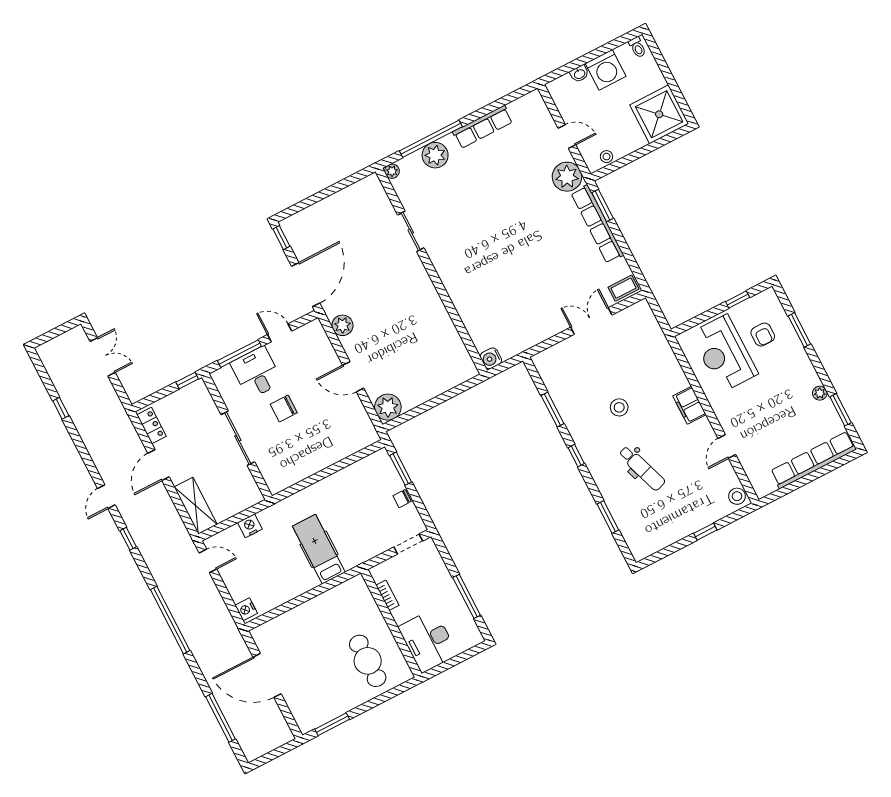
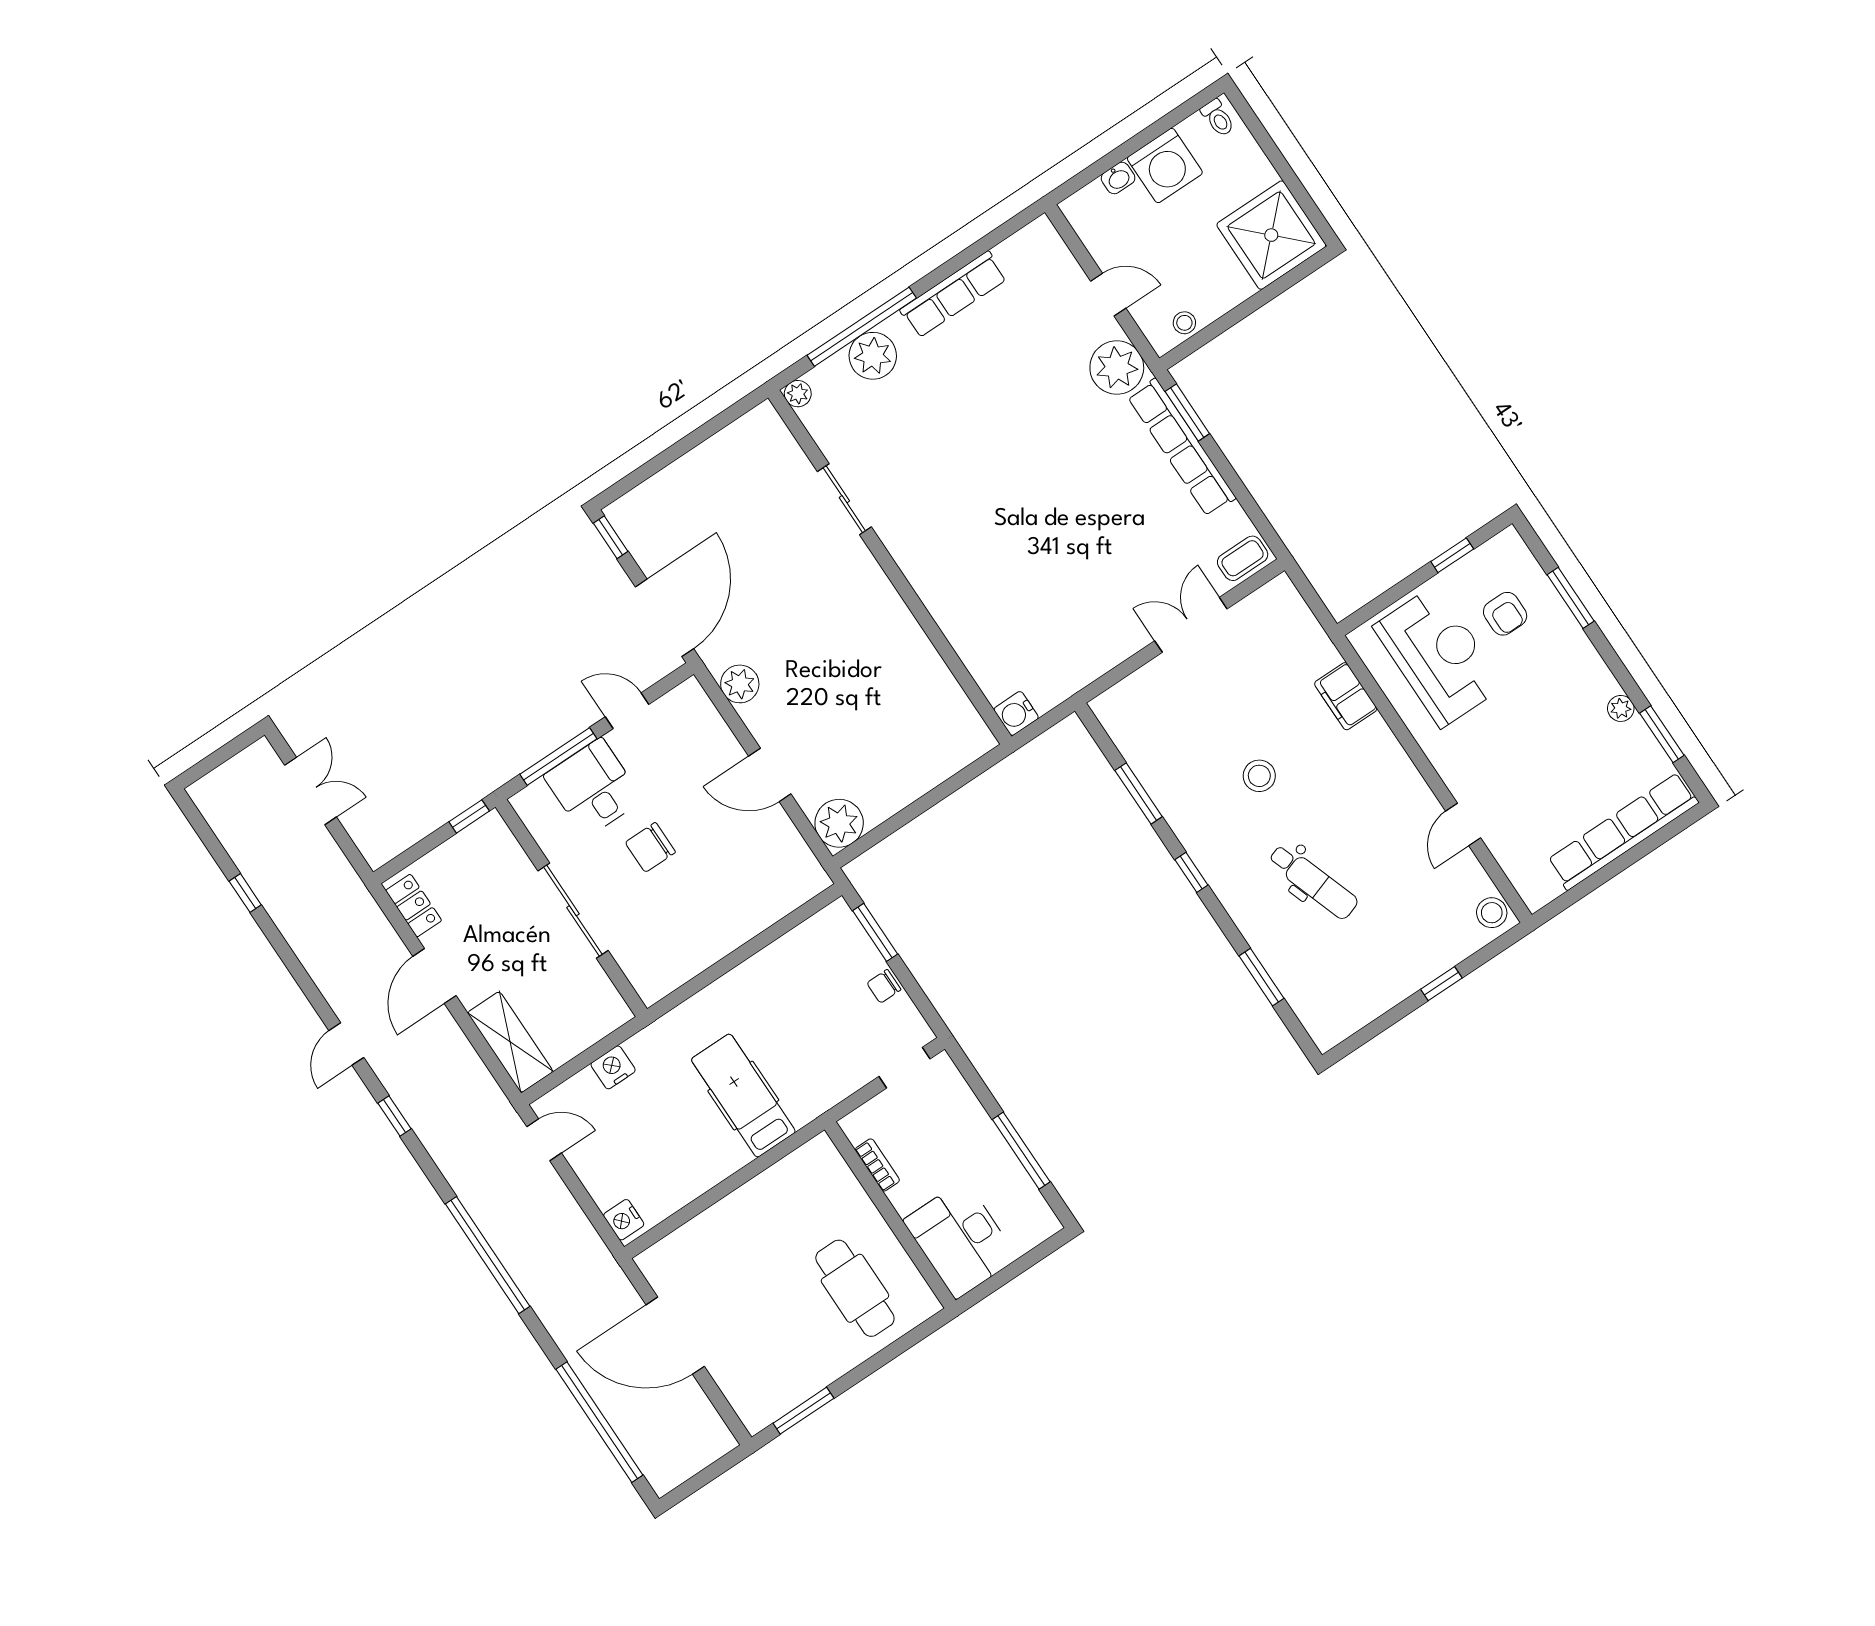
reception desk: (724, 353) -> (1439, 656), turned 180
filing cabinet: (690, 405) -> (1346, 696), moved
window: (221, 718) -> (599, 1422), width x1.46

